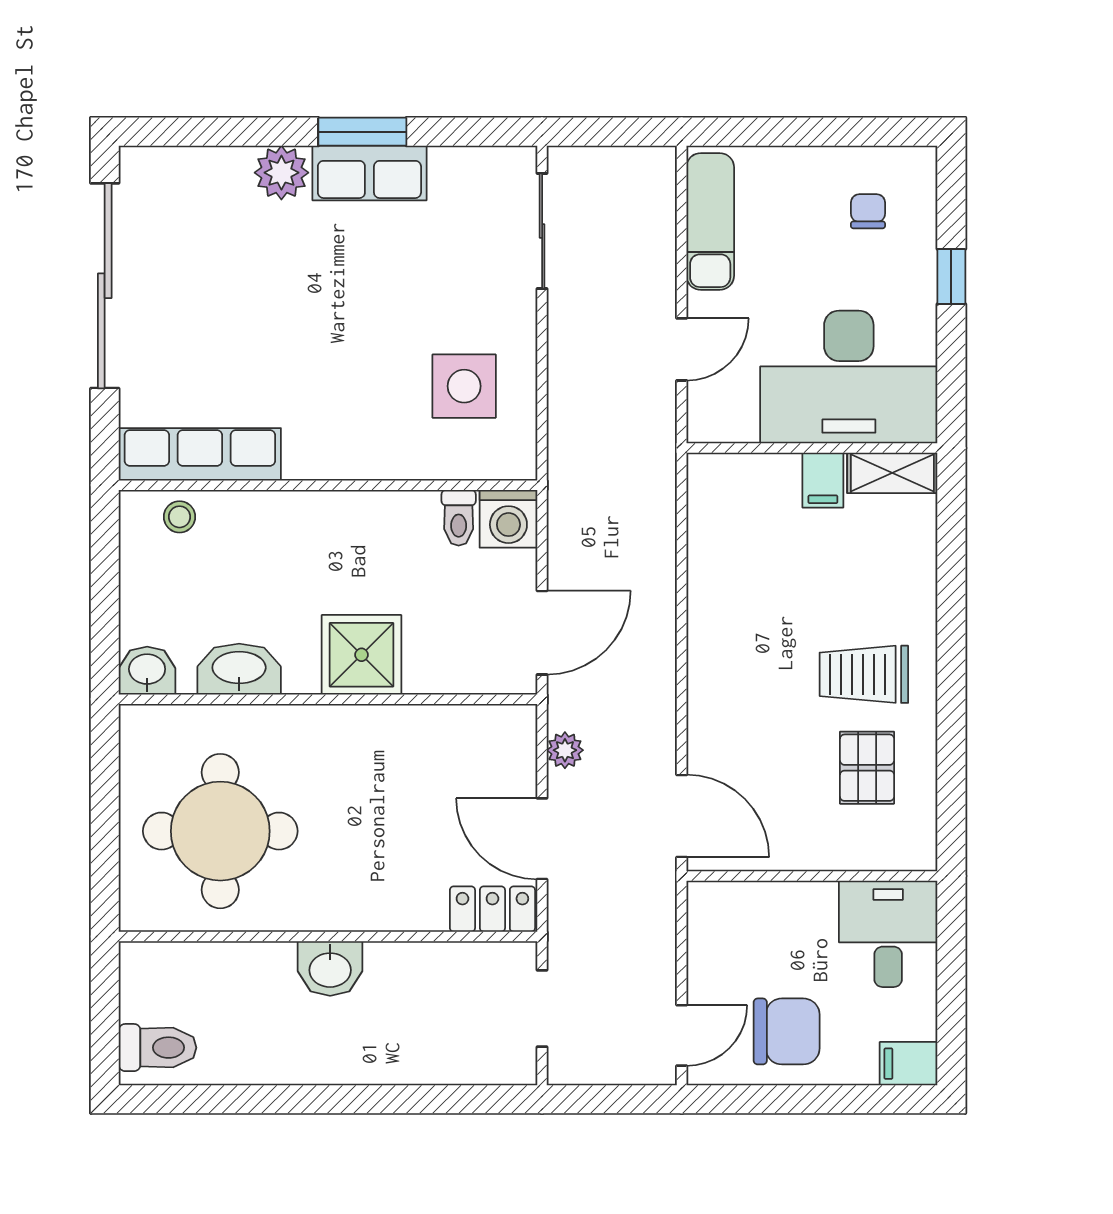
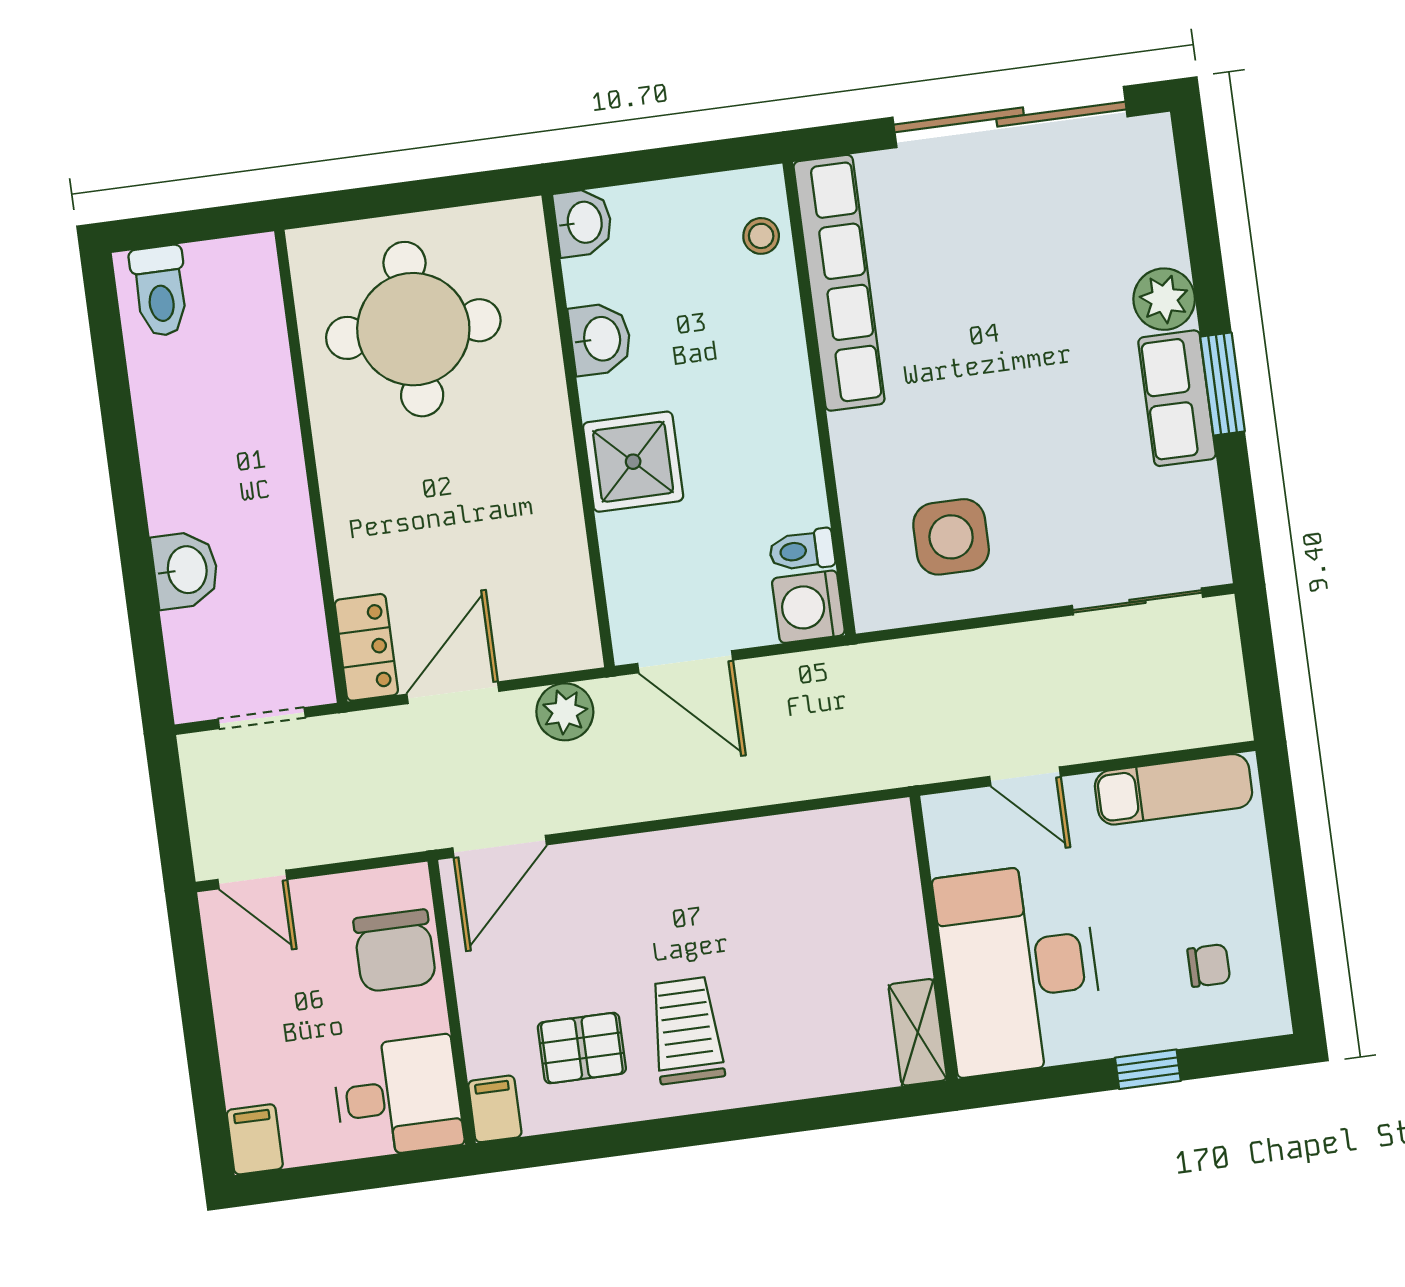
row of seats: (200, 454) -> (839, 283), width x1.36
filing cabinet: (823, 480) -> (495, 1109), moved, turned 90
washbasin: (239, 669) -> (600, 339), width x0.72
plant: (565, 750) -> (565, 712), width x1.38, depth x1.38
washbasin: (330, 968) -> (185, 570), moved, turned 180
chair: (787, 1031) -> (395, 951), moved

